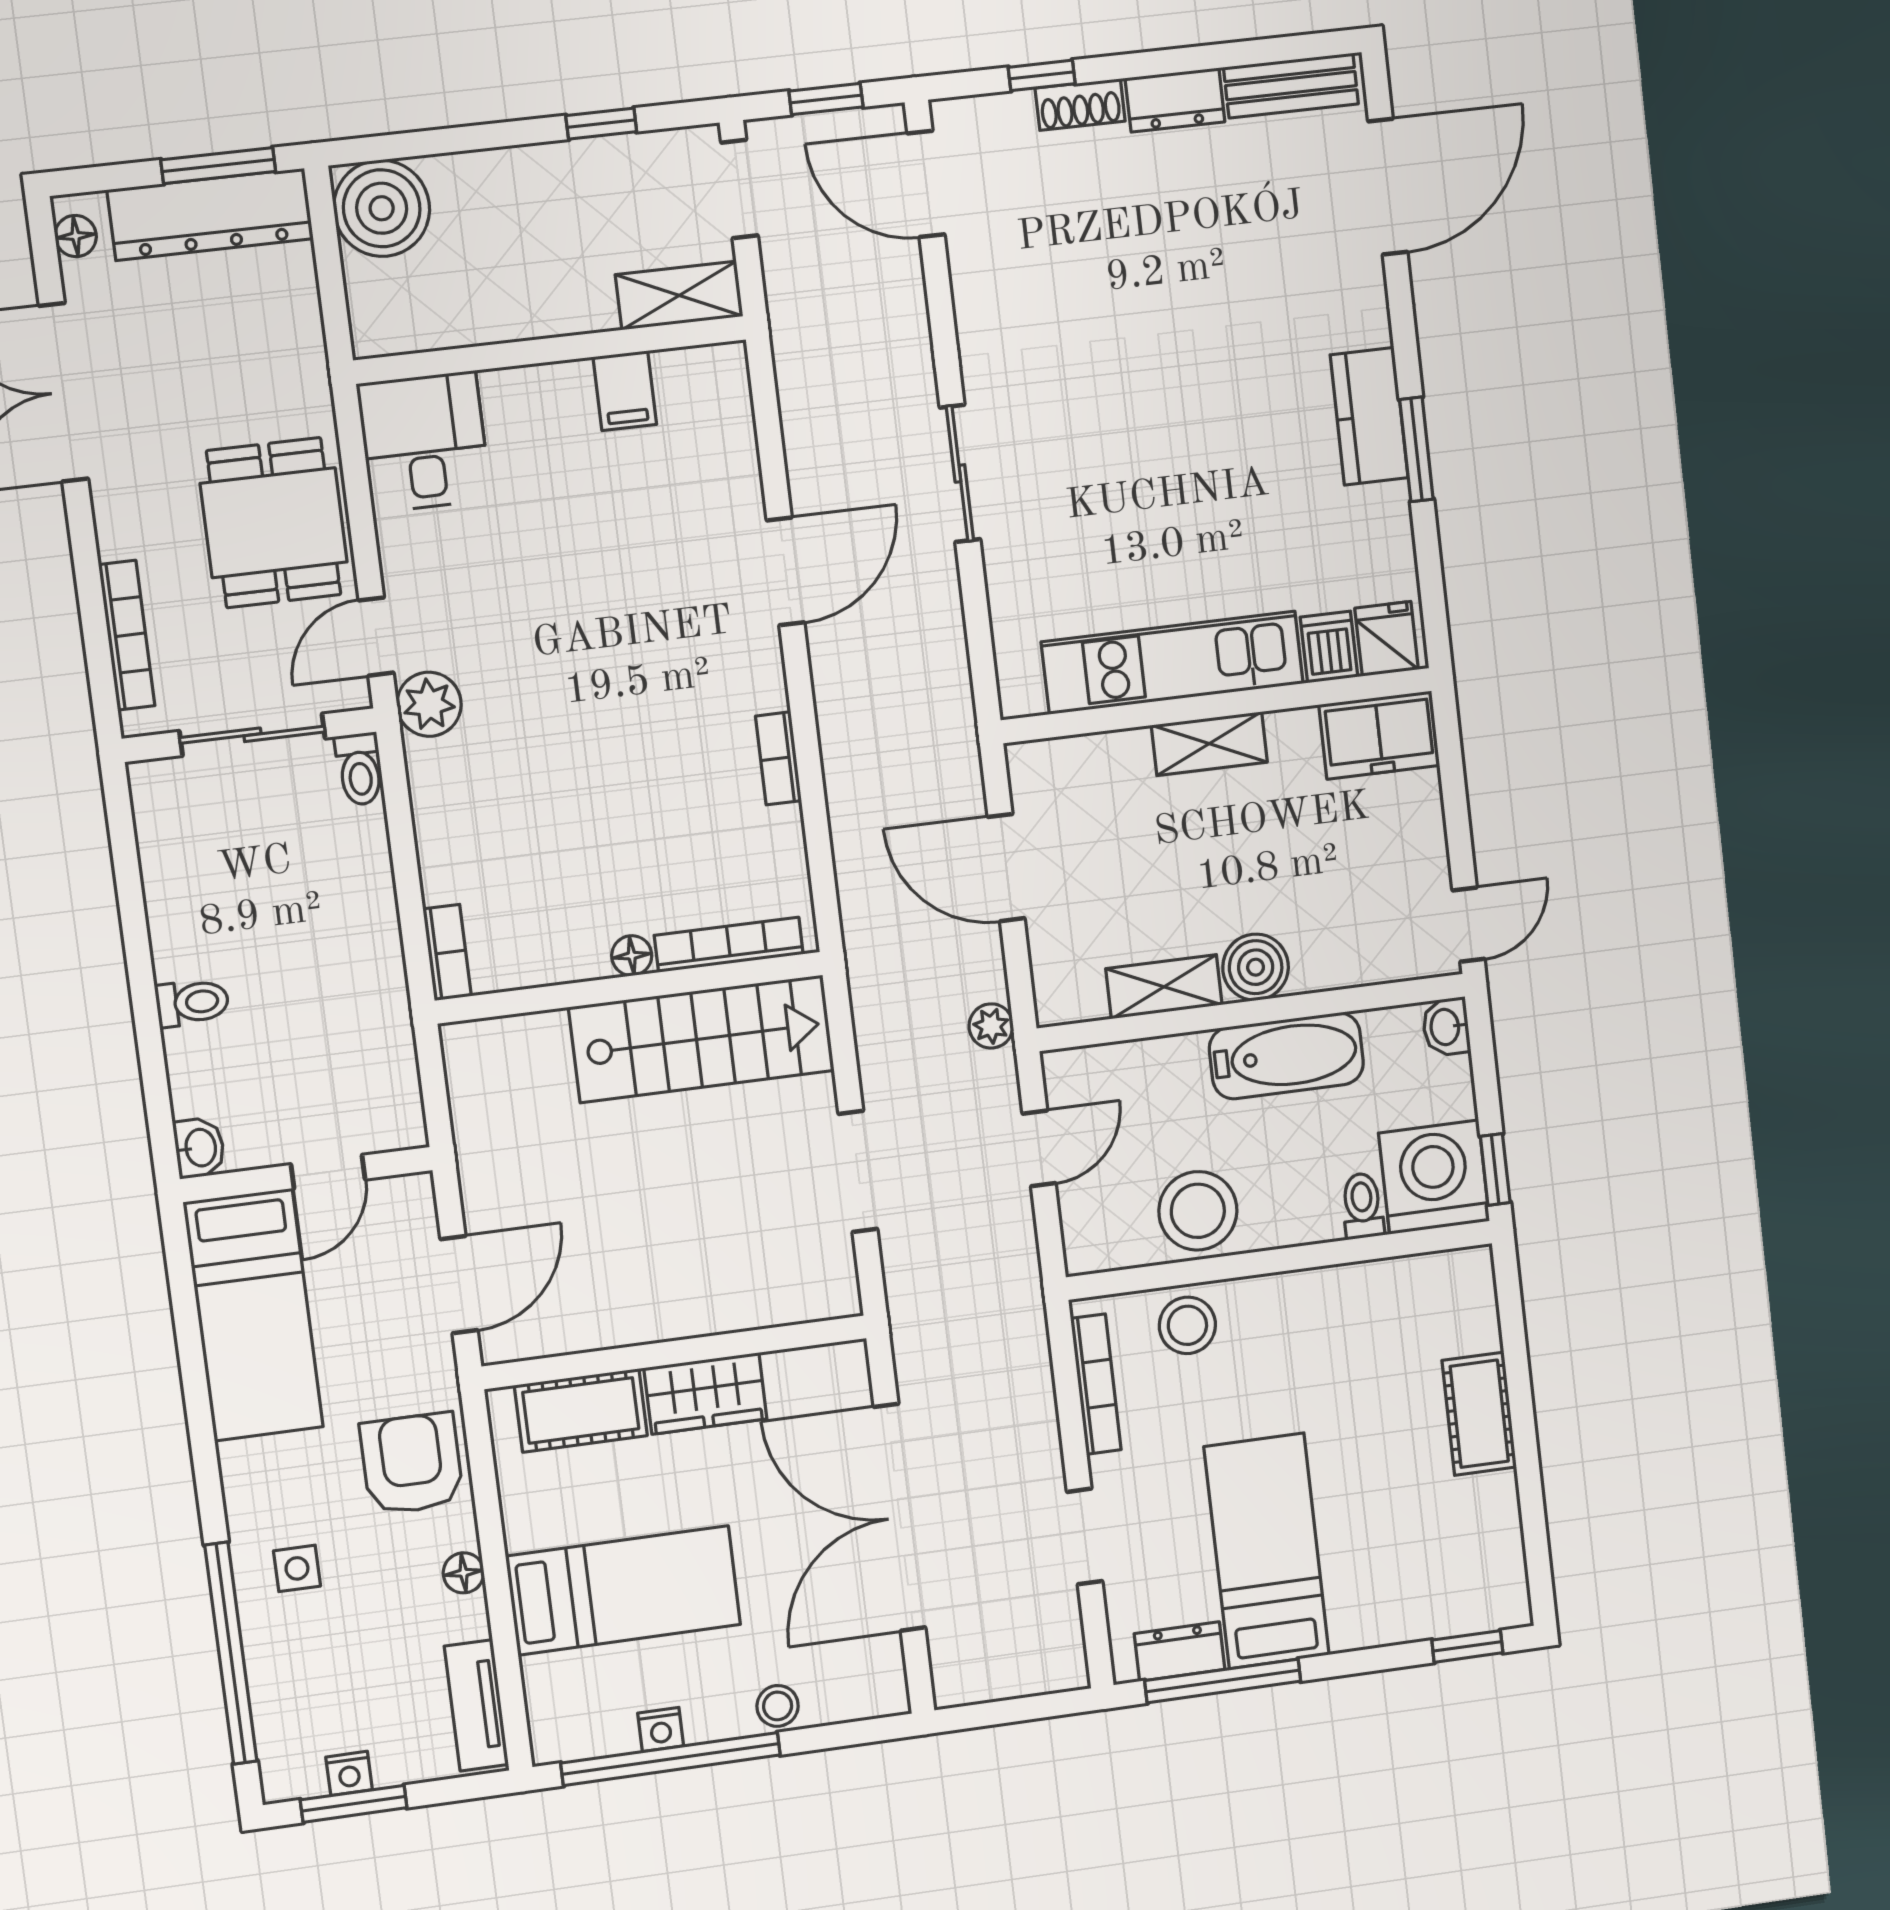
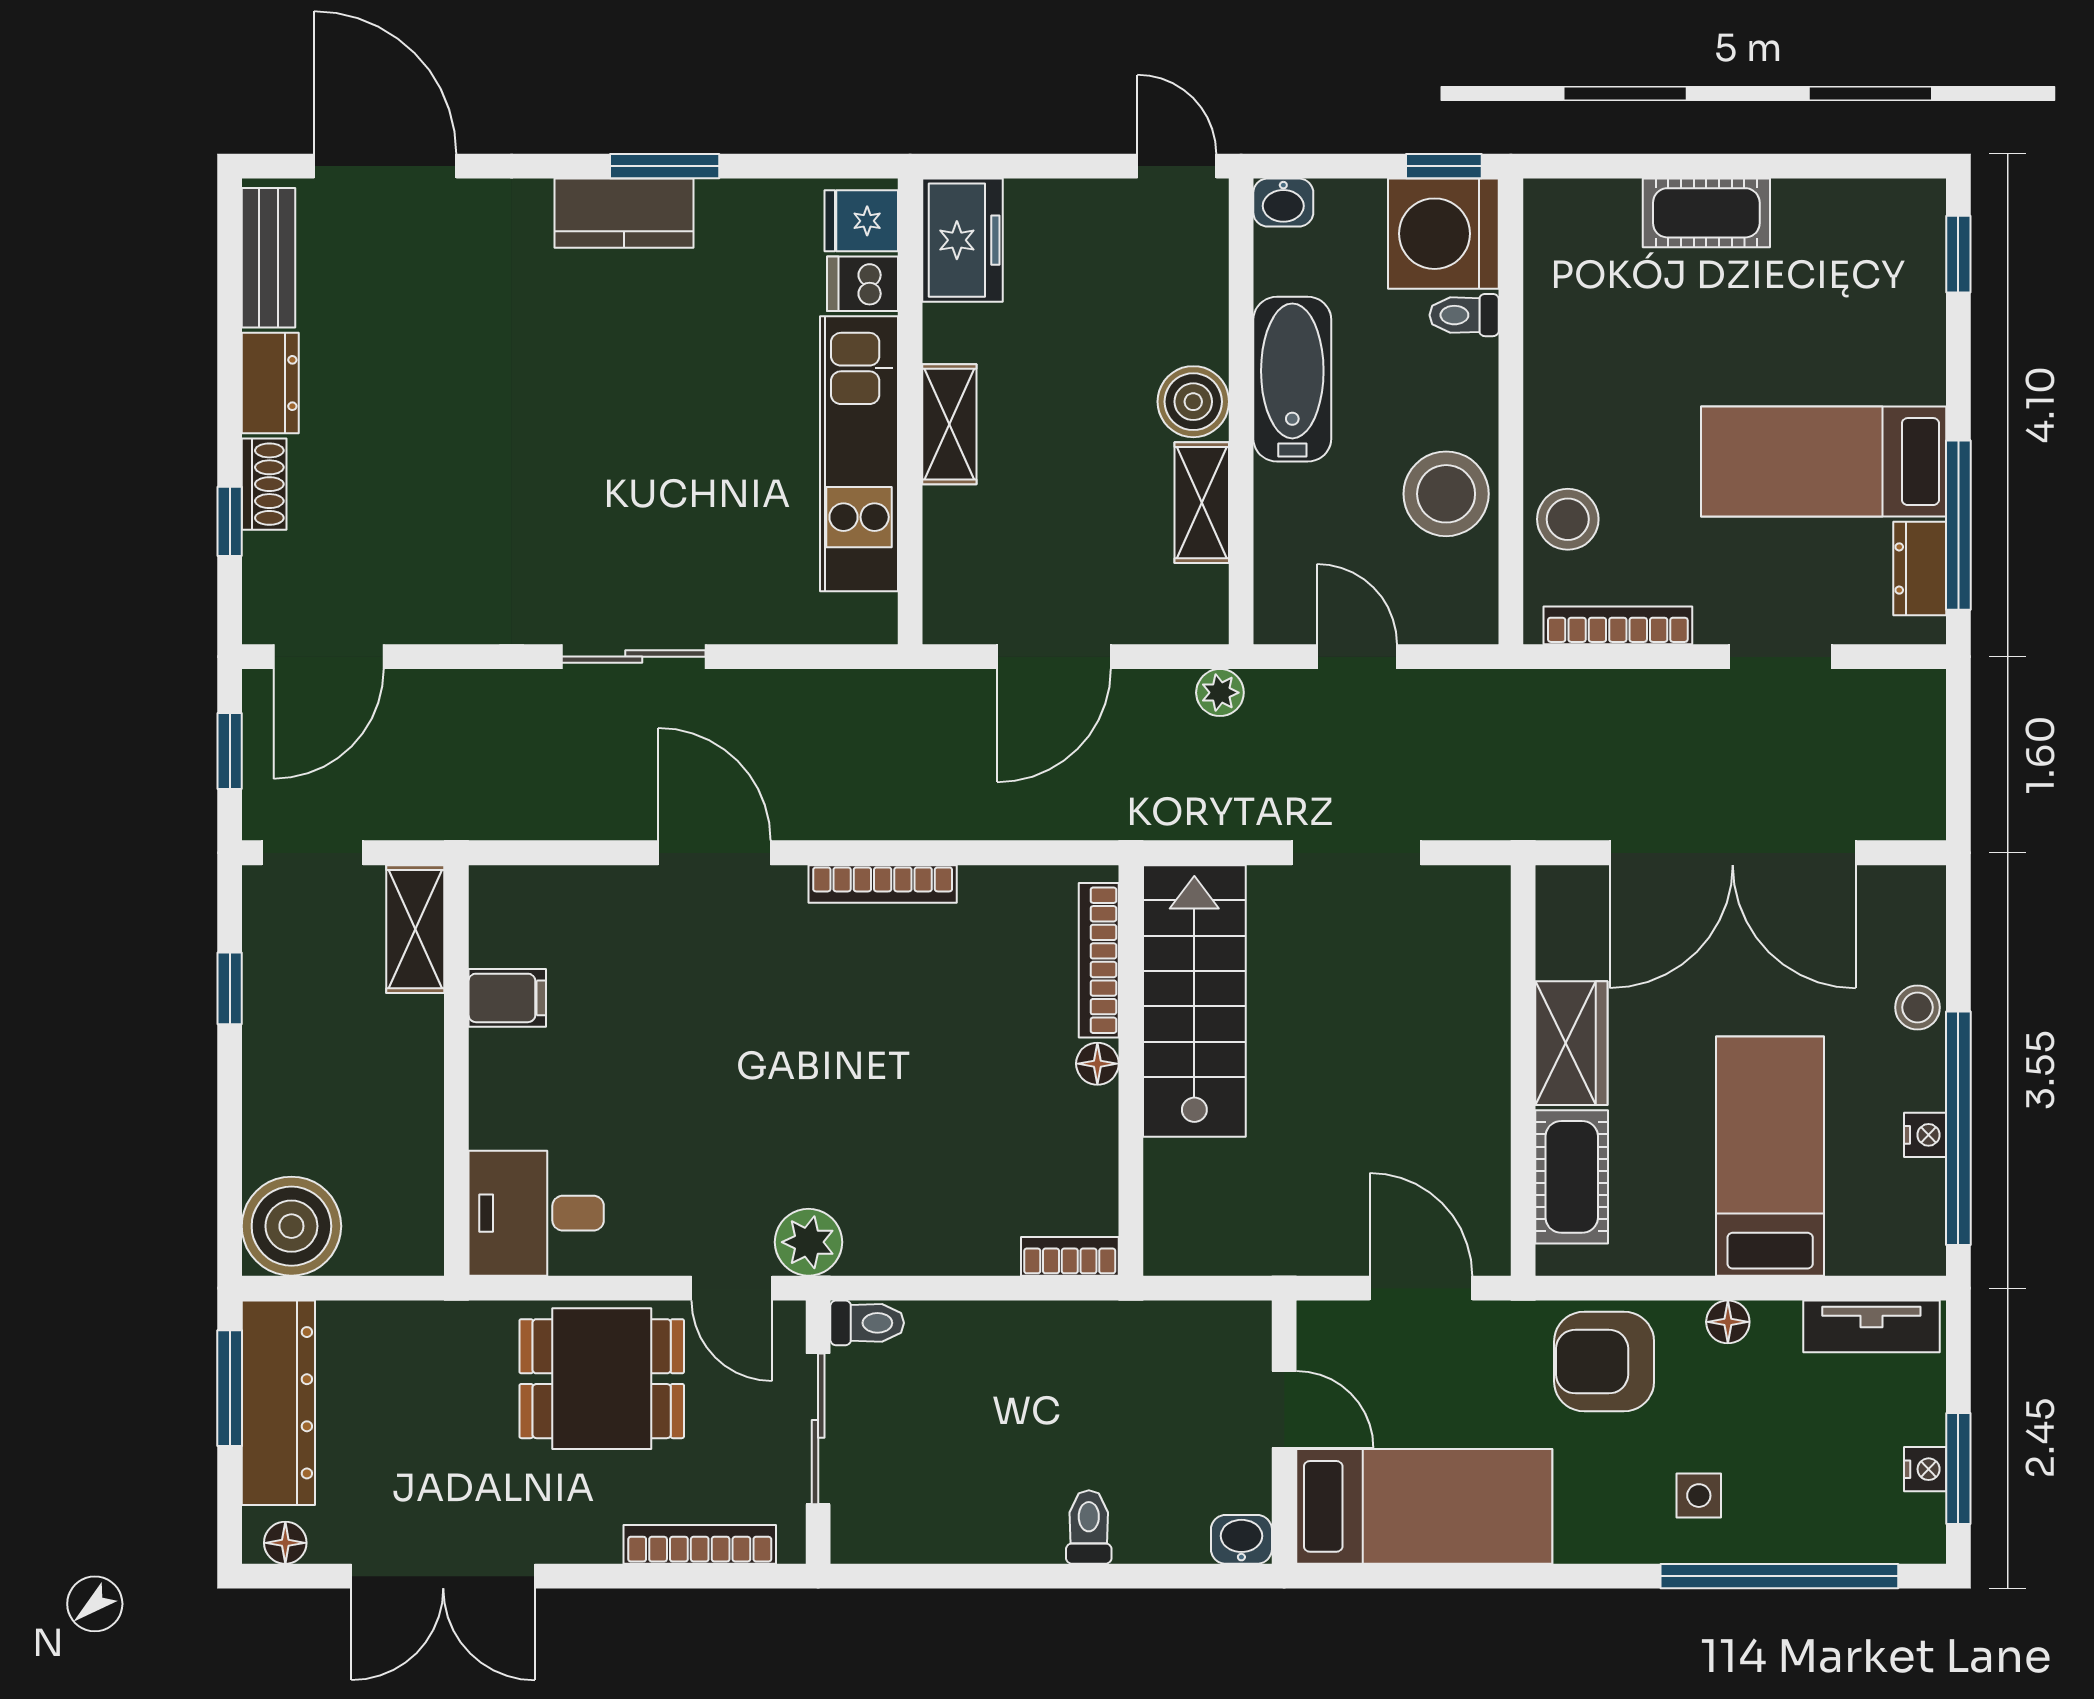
bookcase: (778, 758) -> (883, 884), width x1.56

